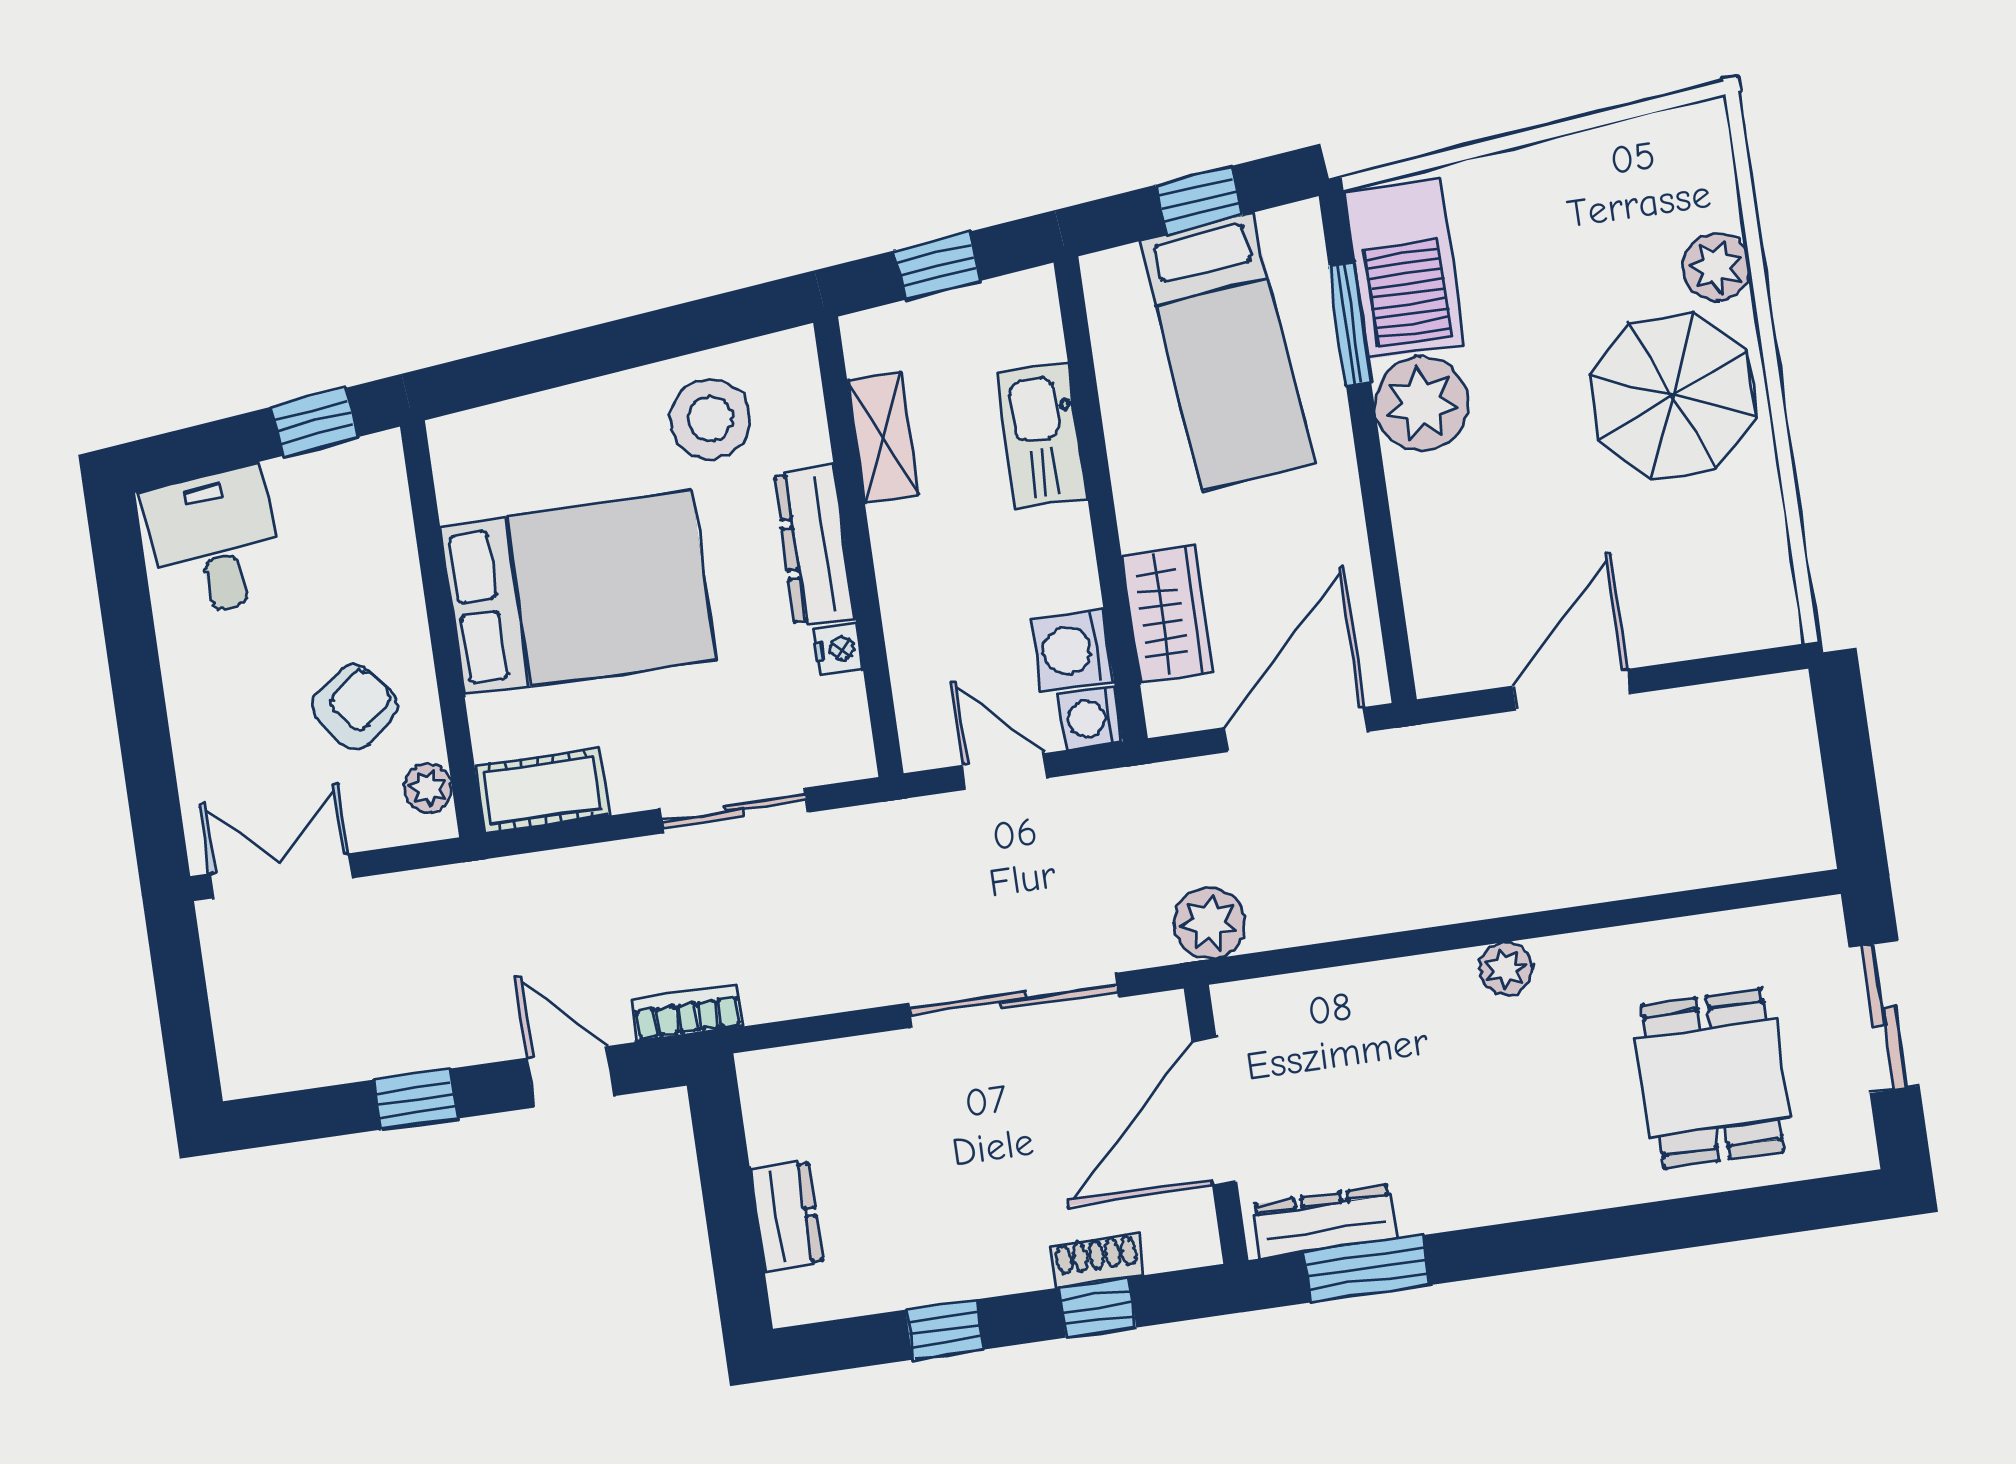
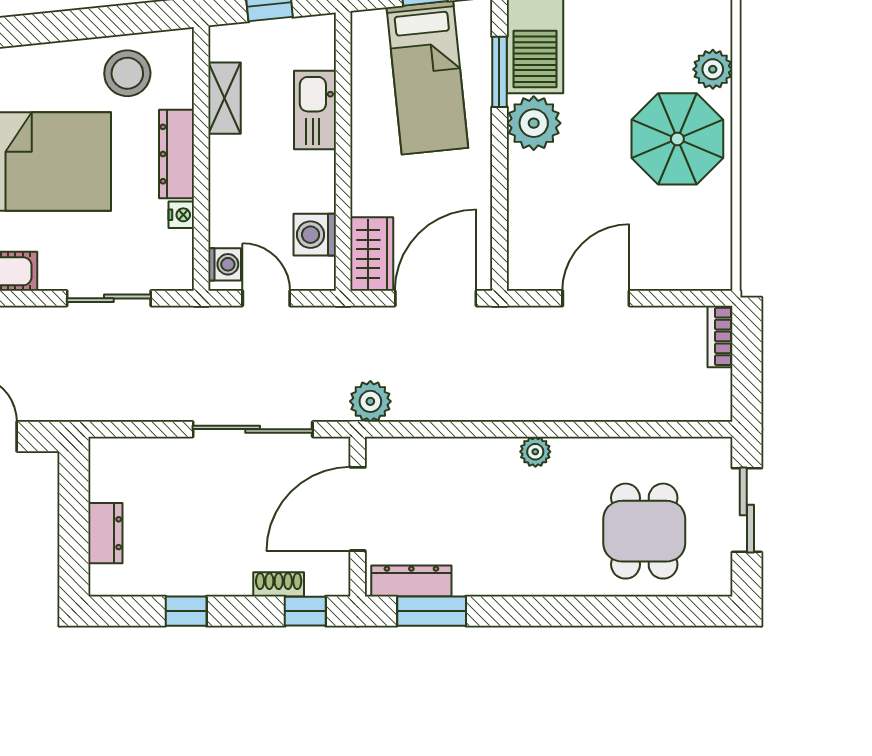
wardrobe: (1167, 614) -> (372, 254), moved
washing machine: (1091, 718) -> (225, 264), moved, turned 180
bookcase: (687, 1013) -> (720, 336), moved, turned -90
window: (1097, 1308) -> (305, 611), moved

